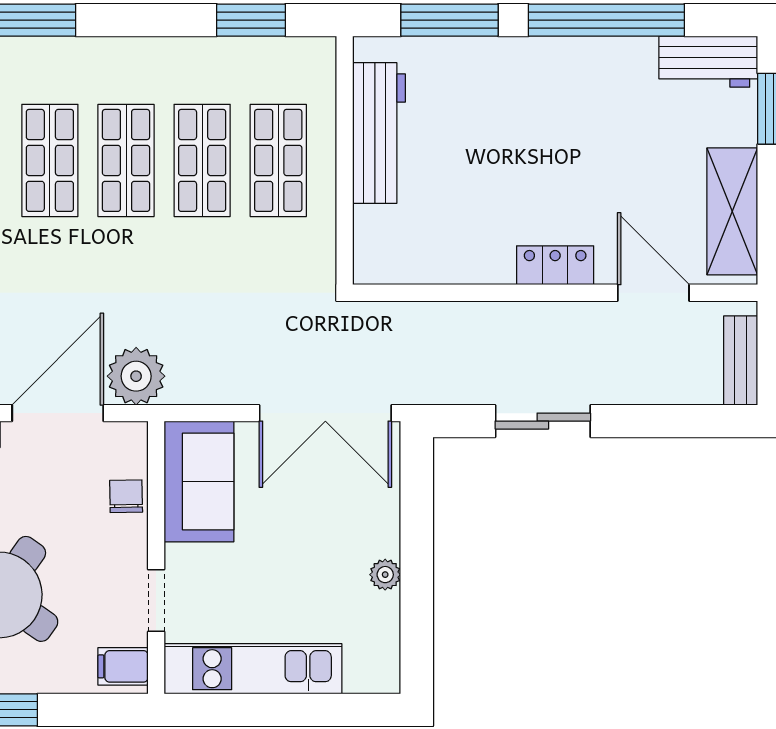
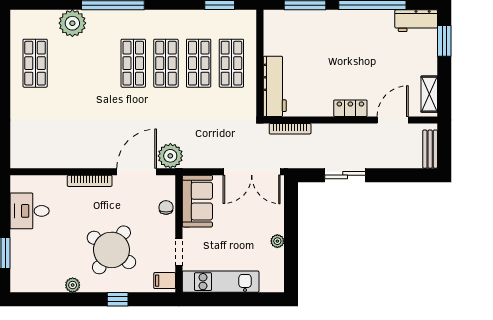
workbench: (379, 133) -> (275, 86), moved
shelving: (732, 211) -> (429, 94), width x0.67, depth x0.75
door: (653, 293) -> (393, 120), hinge flipped
bookcase: (415, 313) -> (290, 129), added

